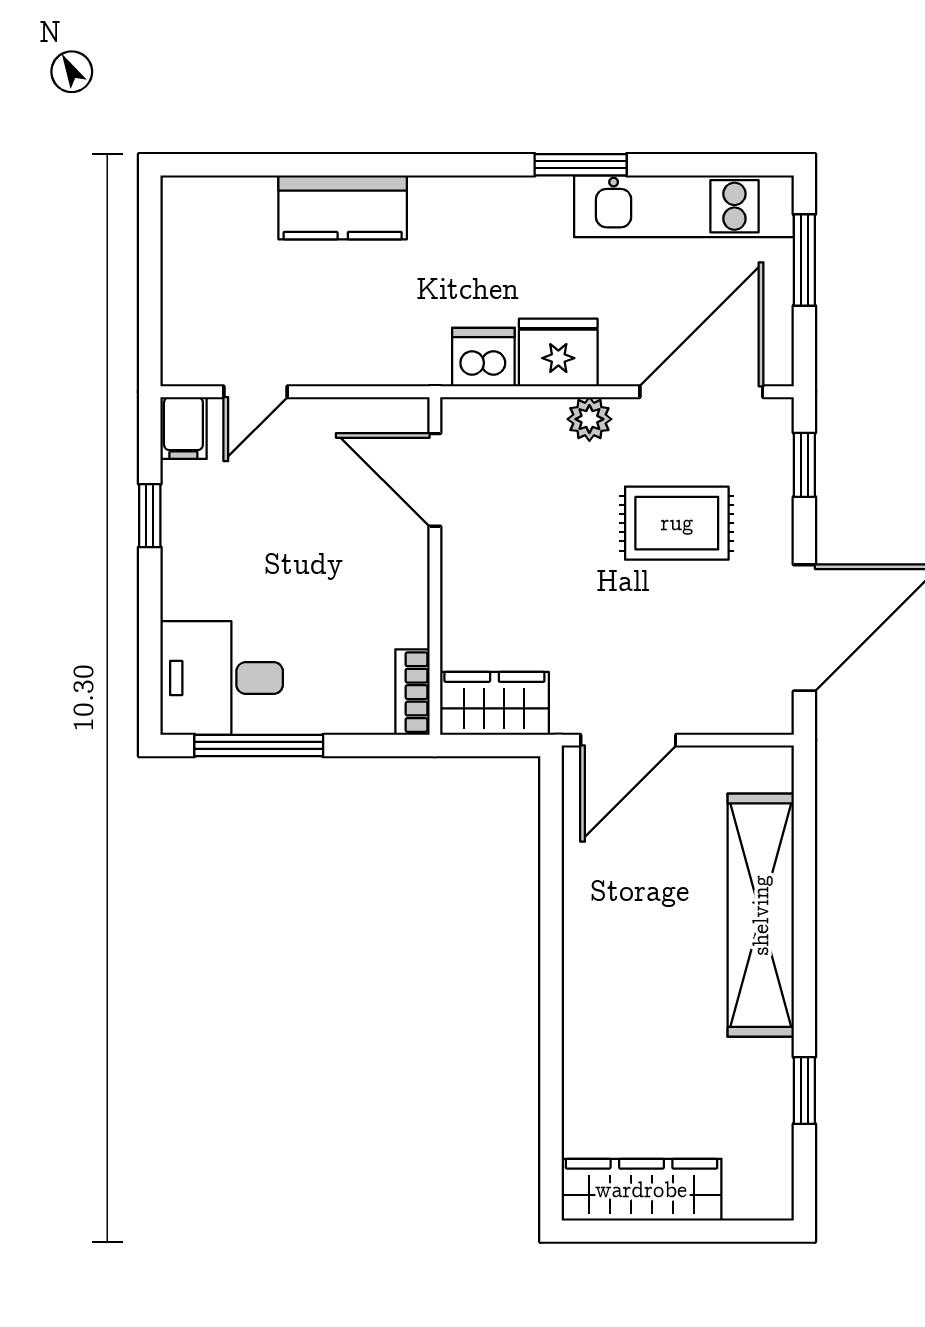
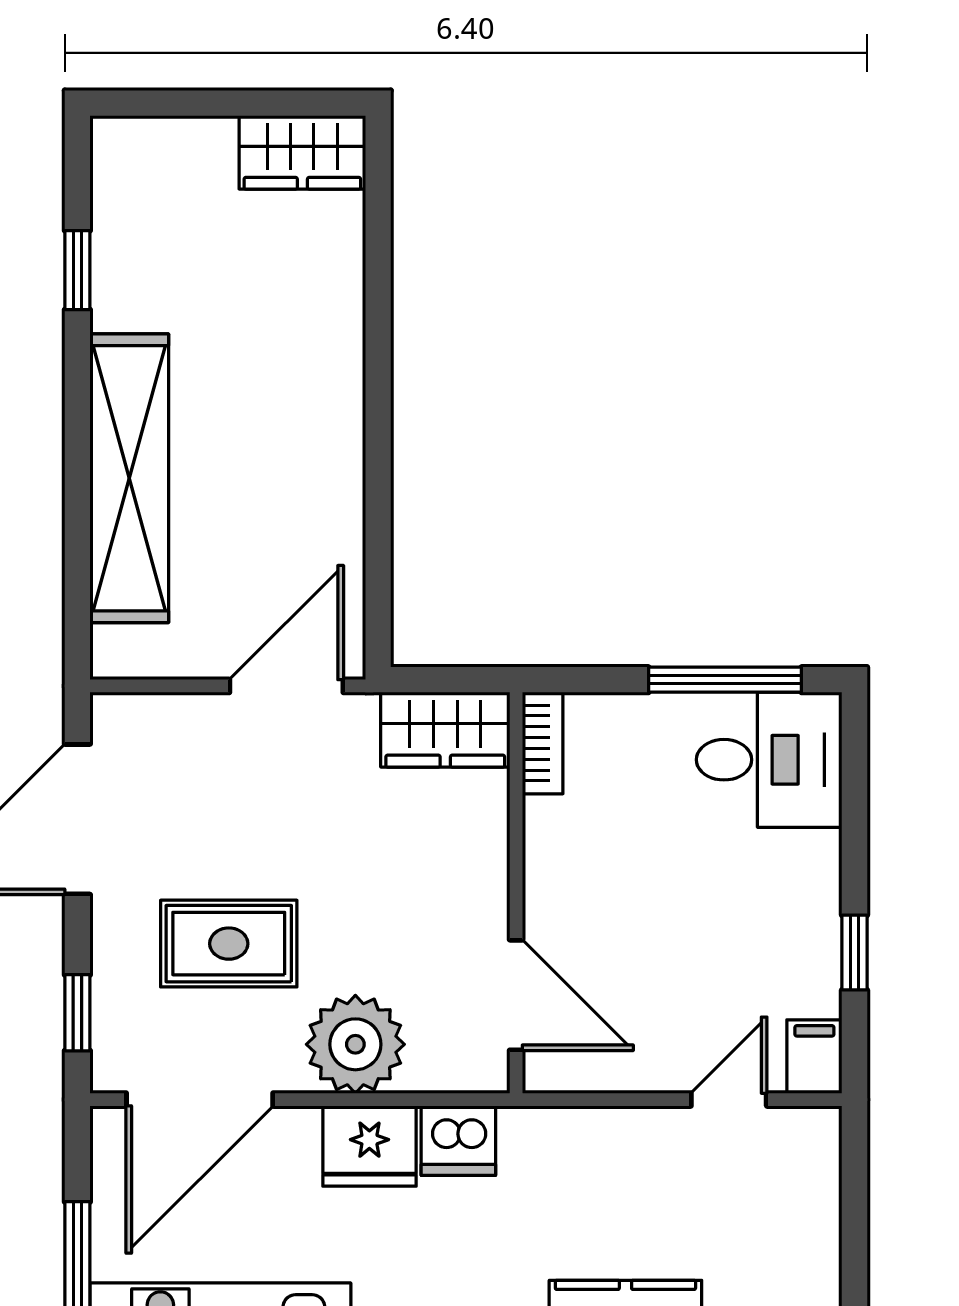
plant: (589, 419) -> (355, 1044), width x1.88, depth x1.88
wardrobe: (641, 1190) -> (302, 152), width x0.67

